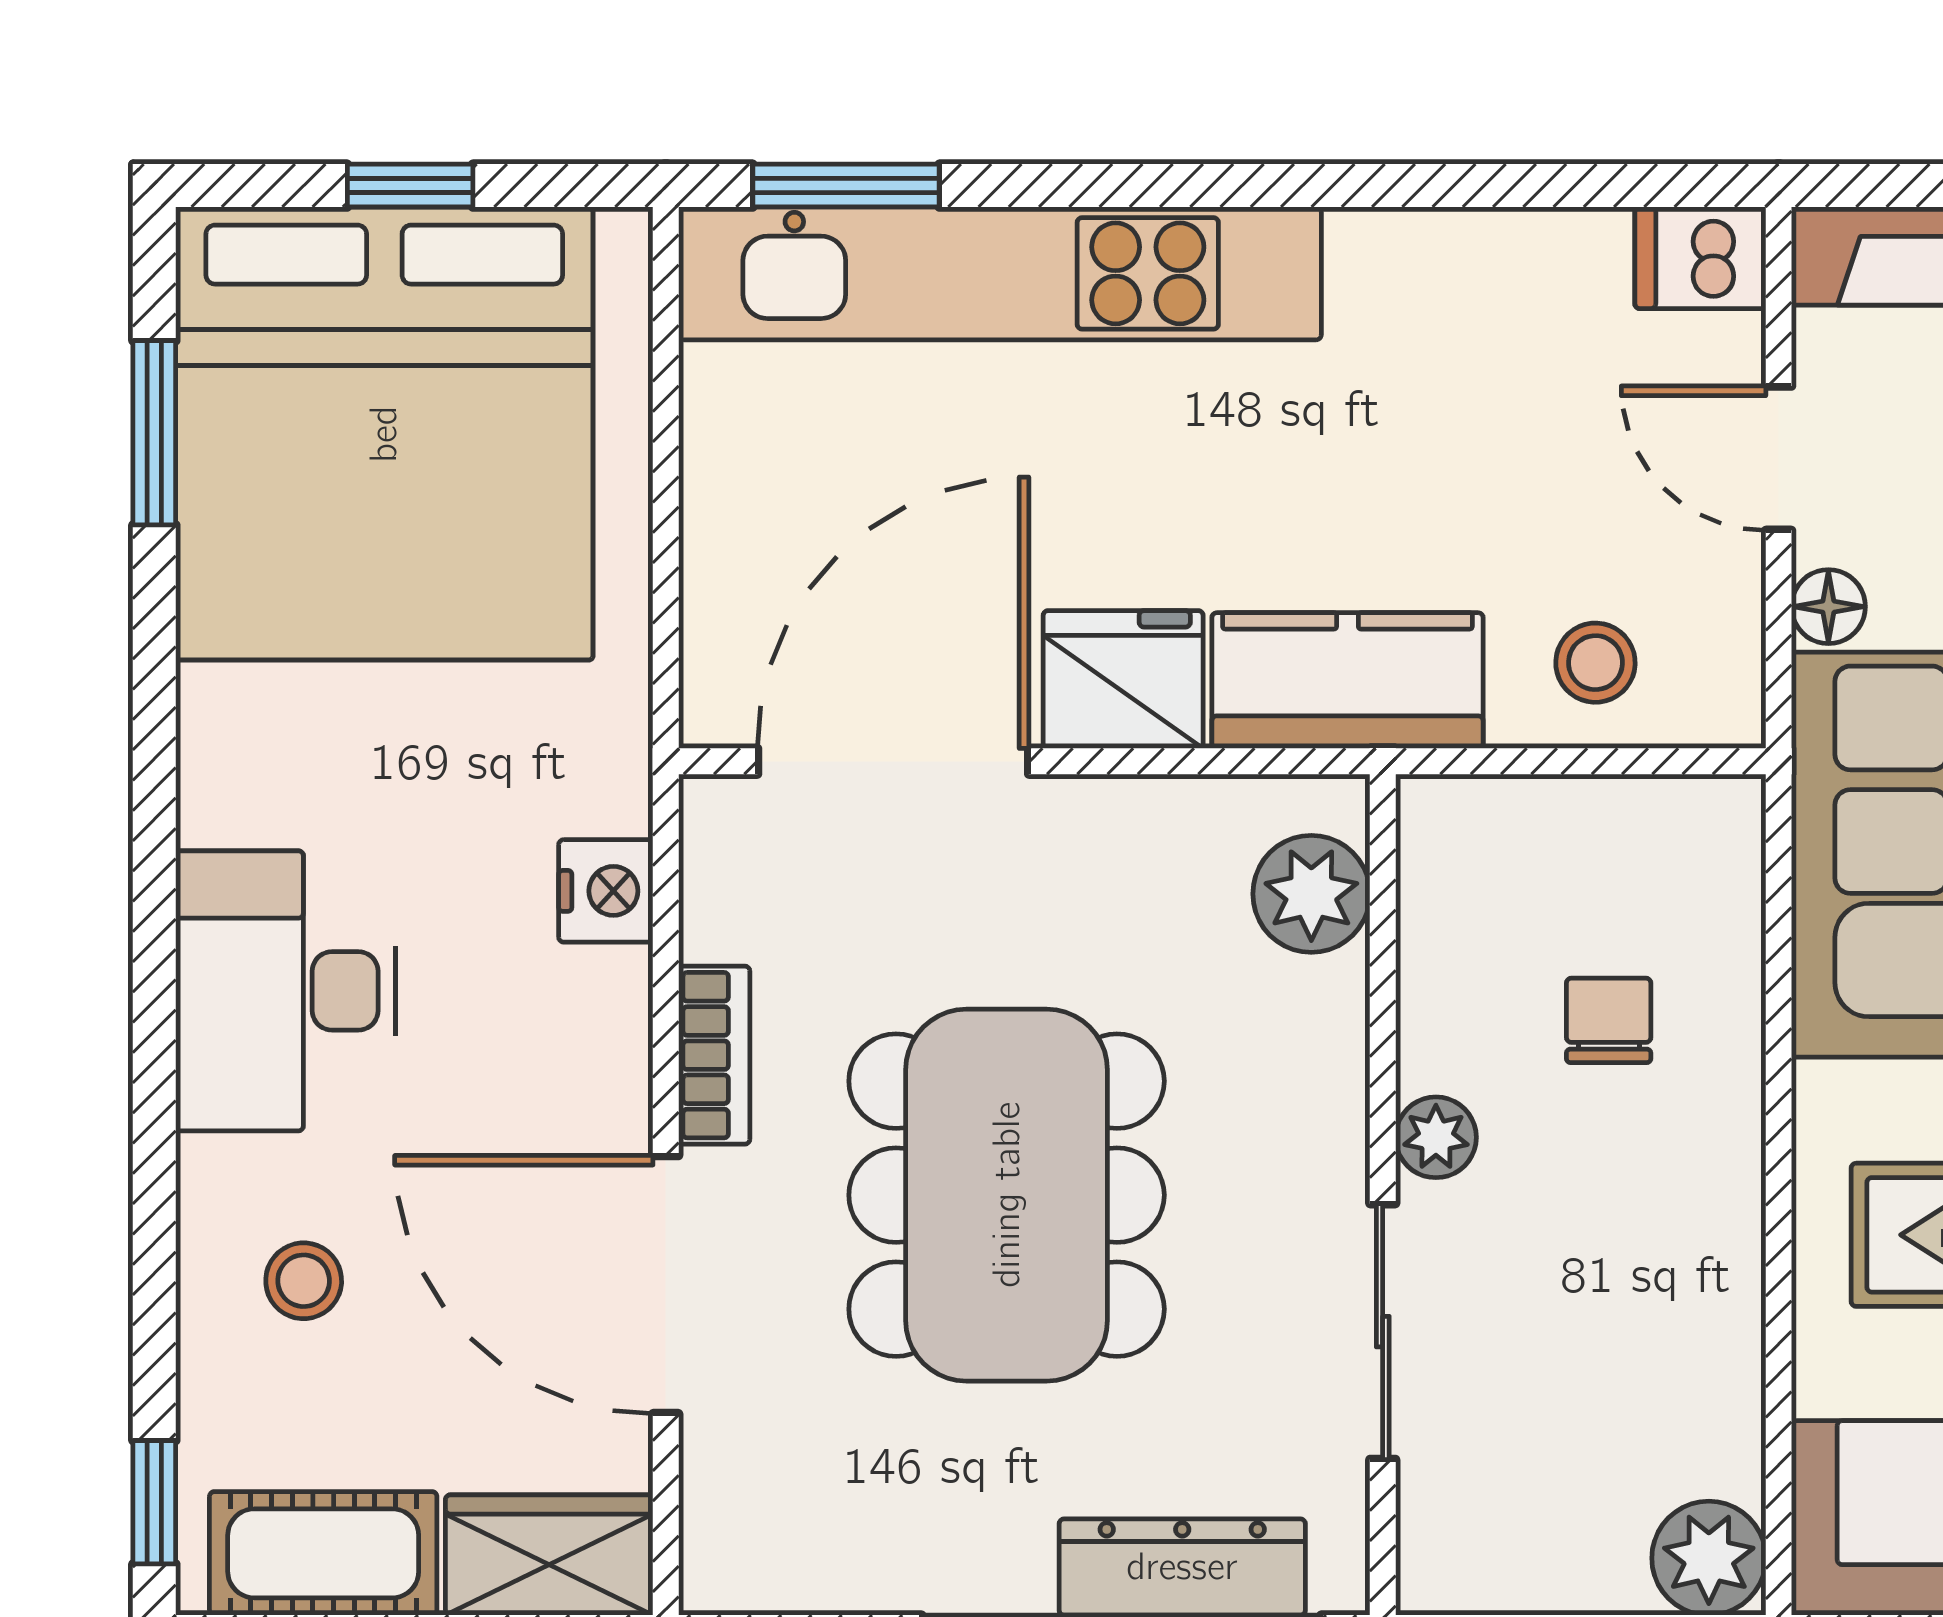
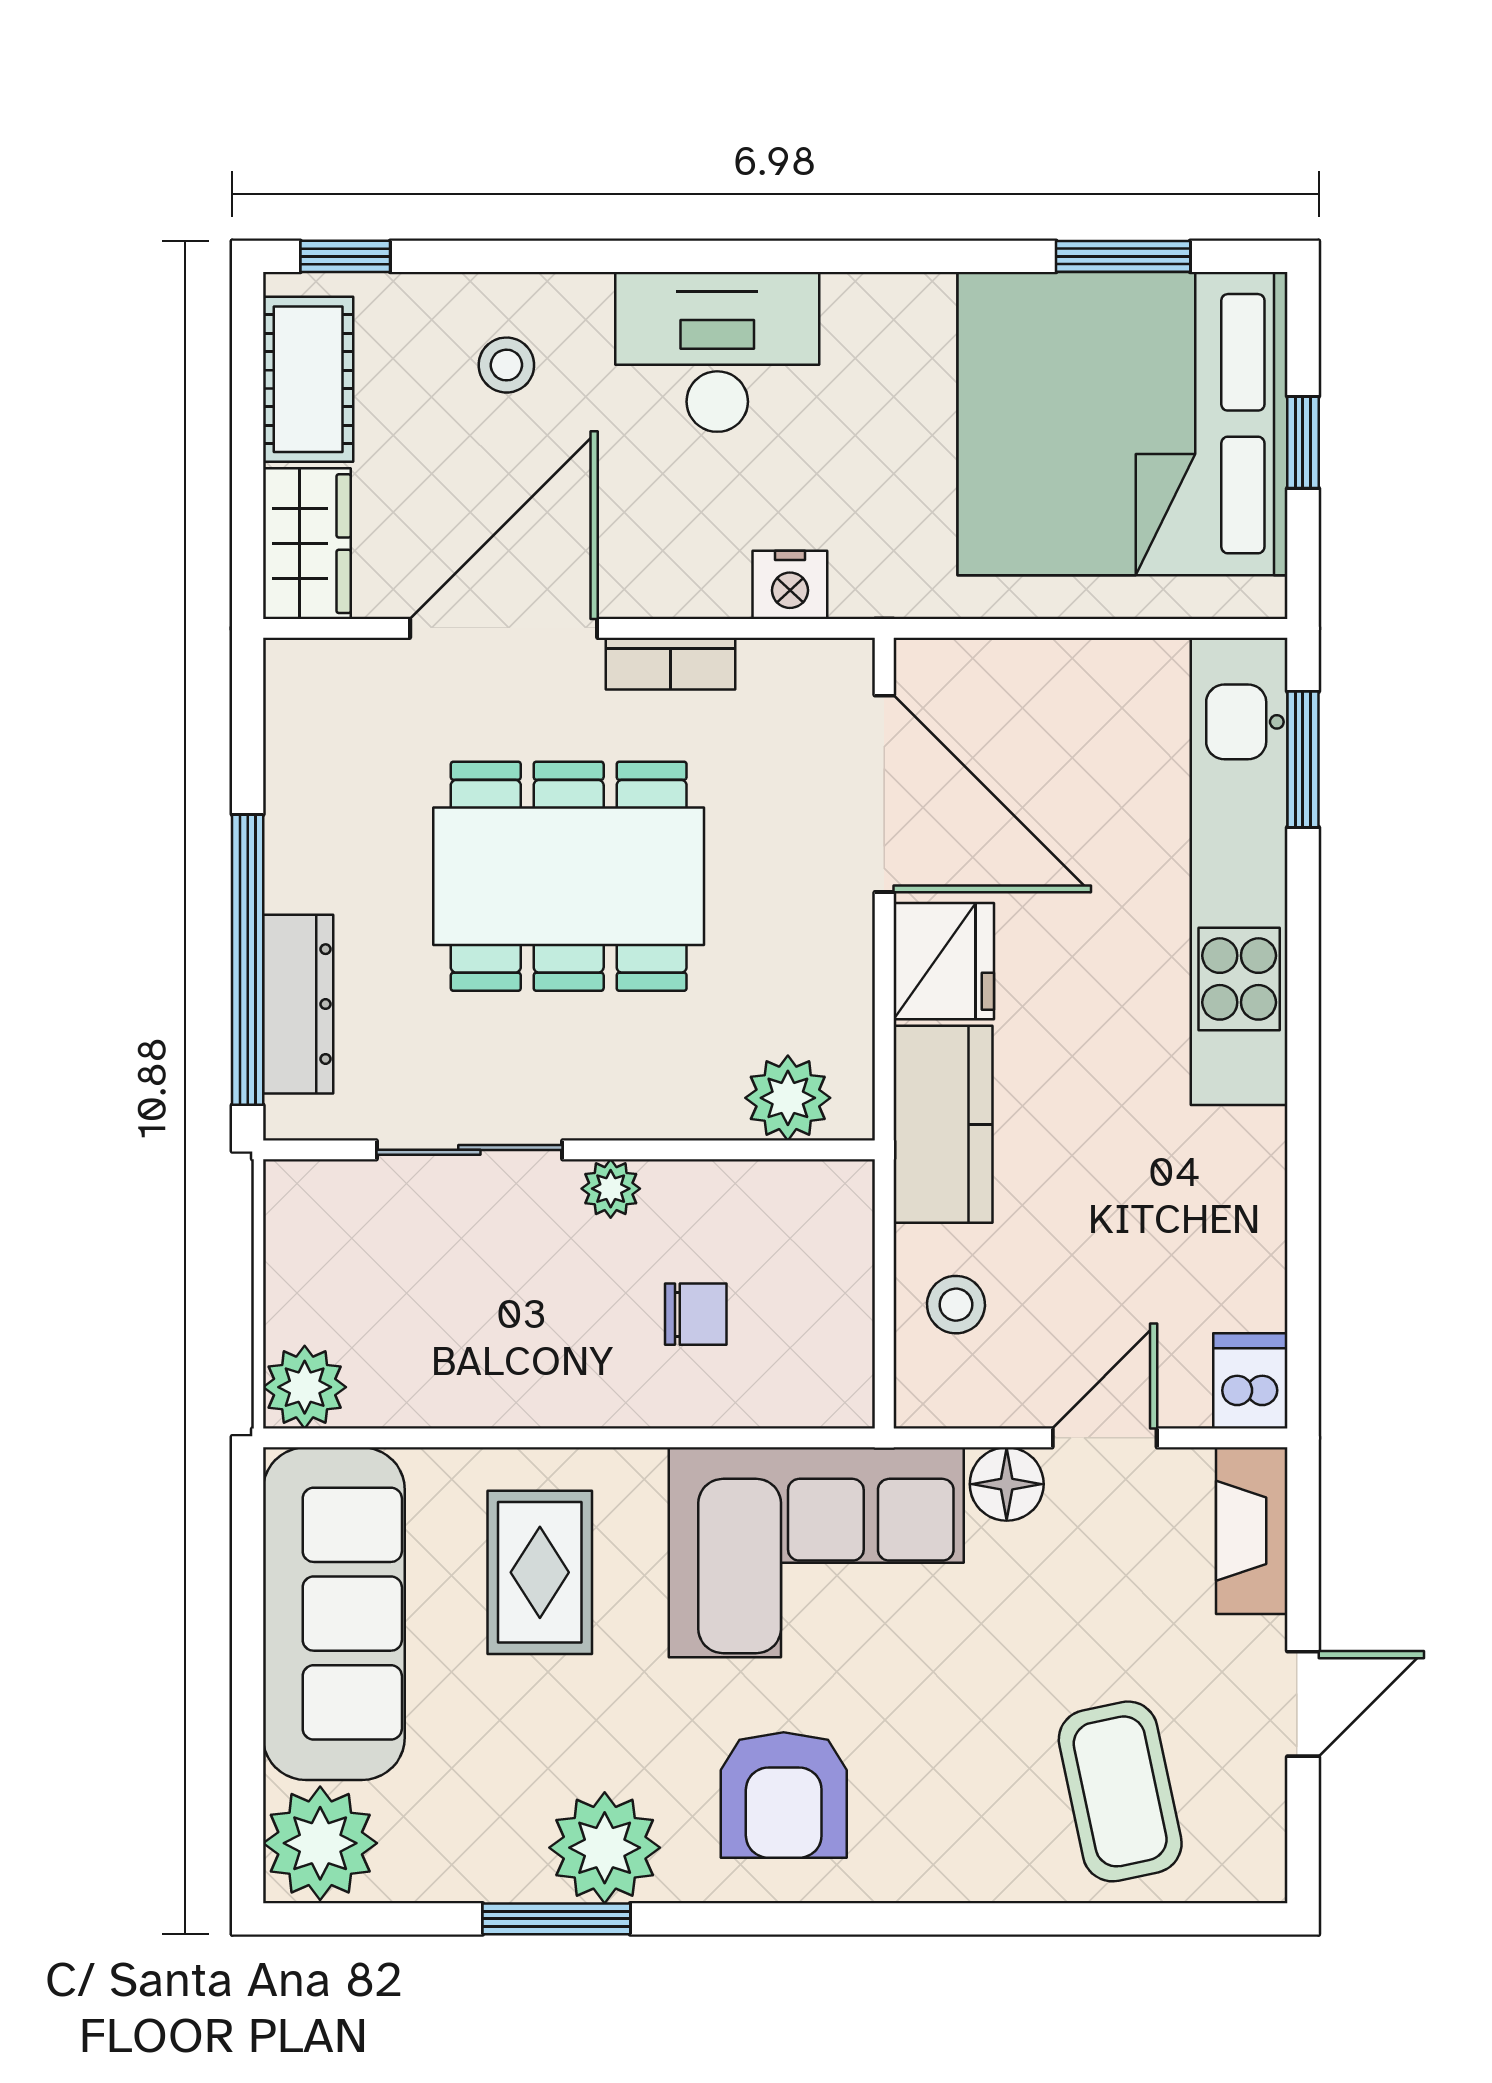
floor lamp: (1828, 607) -> (1007, 1484), width x1.37, depth x1.37

